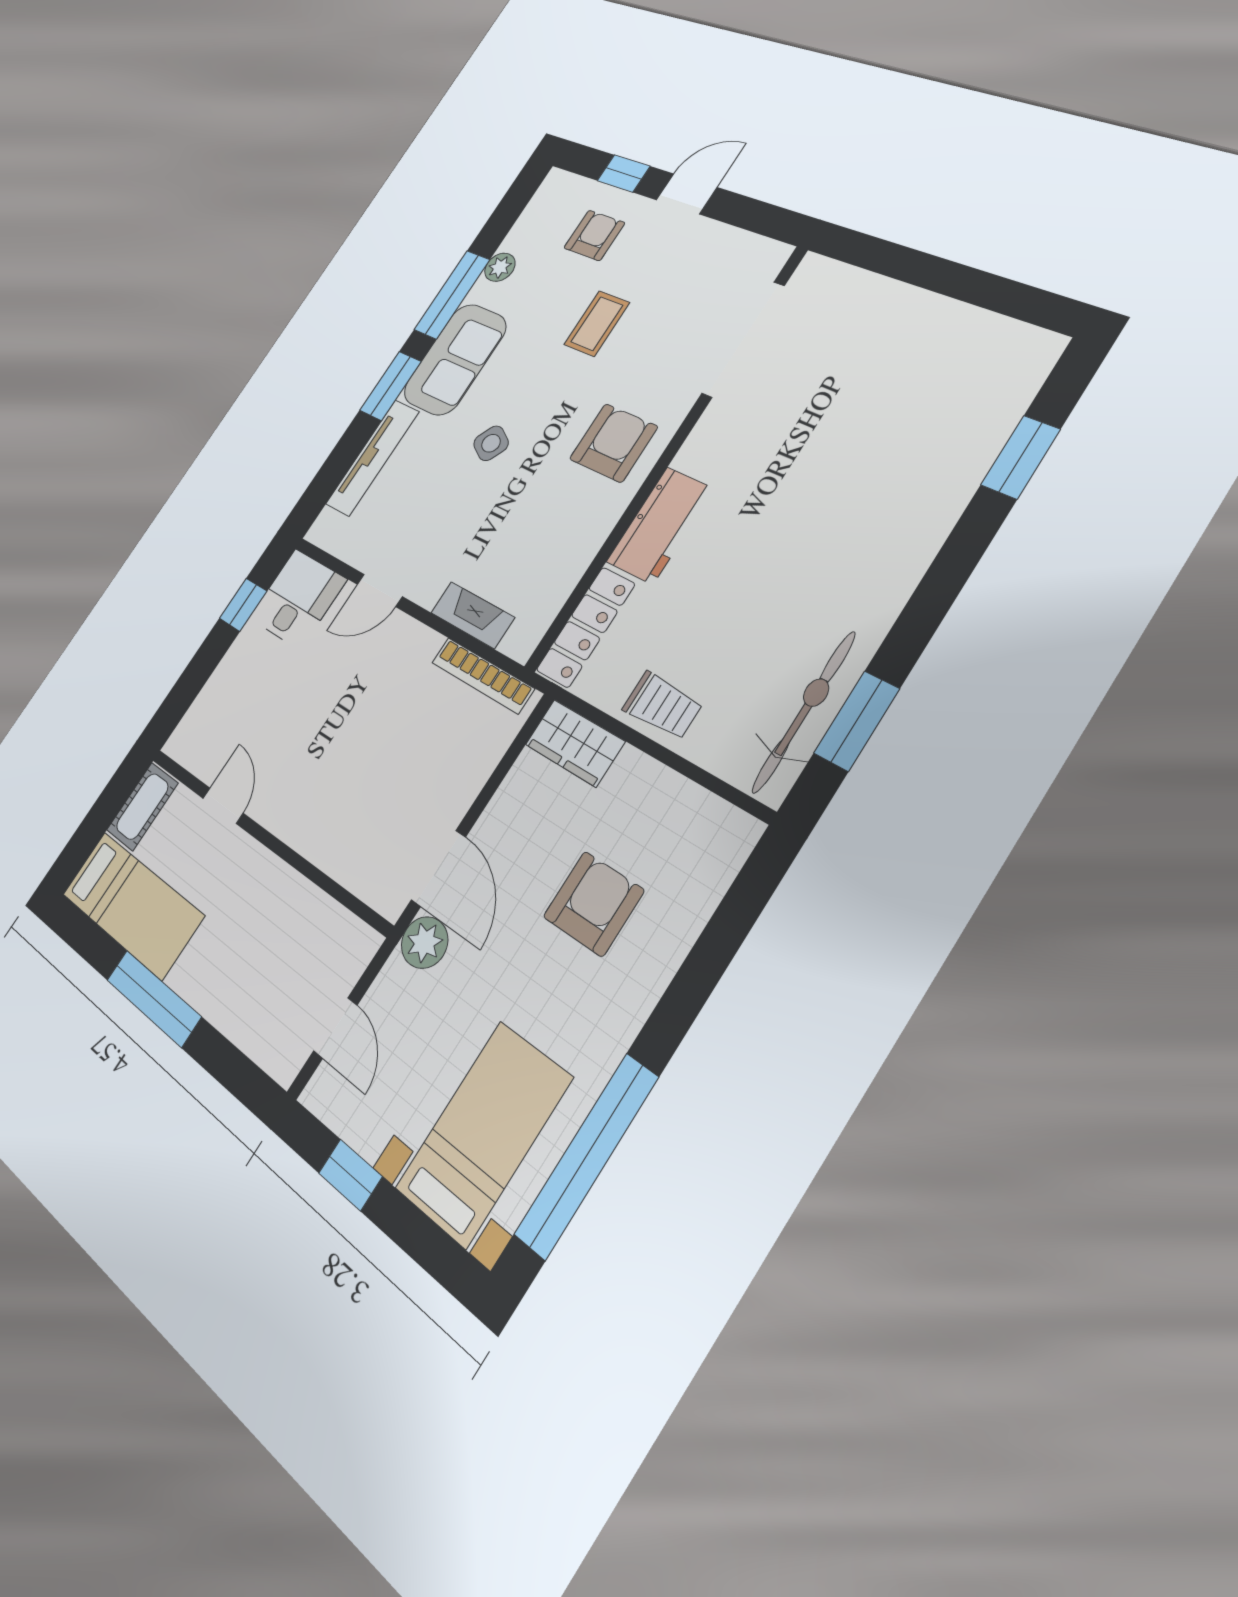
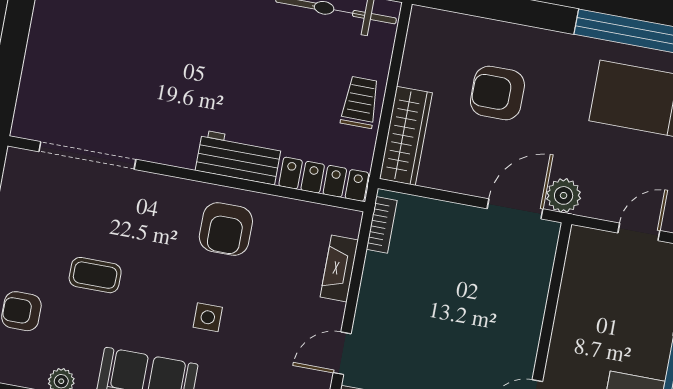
side table: (491, 443) -> (208, 317), turned -30
armchair: (613, 443) -> (226, 229), moved, turned -90
door: (380, 590) -> (342, 353), swing flipped
bookcase: (483, 675) -> (382, 225), width x0.64
wardrobe: (575, 743) -> (406, 136), width x1.50

